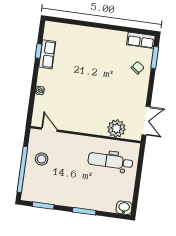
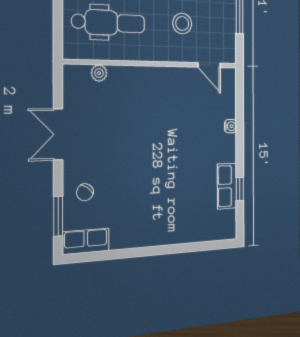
double door: (146, 121) -> (58, 134), moved
plant: (116, 128) -> (99, 73), width x0.53, depth x0.53
stool: (42, 159) -> (182, 23), moved

